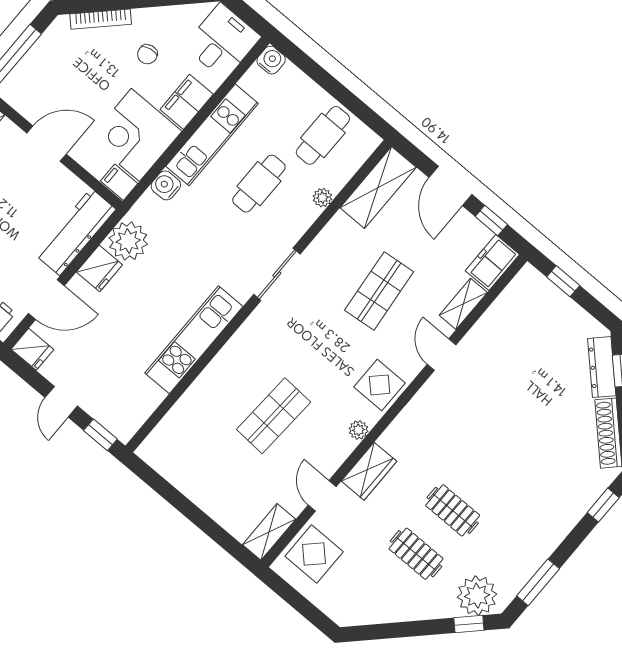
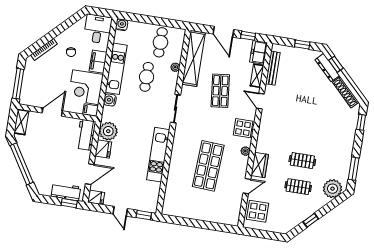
shelving: (378, 187) -> (194, 58), width x1.47
workbench: (75, 232) -> (86, 135), width x0.73
window: (563, 281) -> (302, 44), moved
bench: (501, 308) -> (273, 68), added
shop shelf: (274, 416) -> (208, 166), width x1.43, depth x1.36
door: (322, 496) -> (247, 186), swing flipped
shelving: (269, 532) -> (234, 213), removed
window: (469, 624) -> (311, 220), moved

